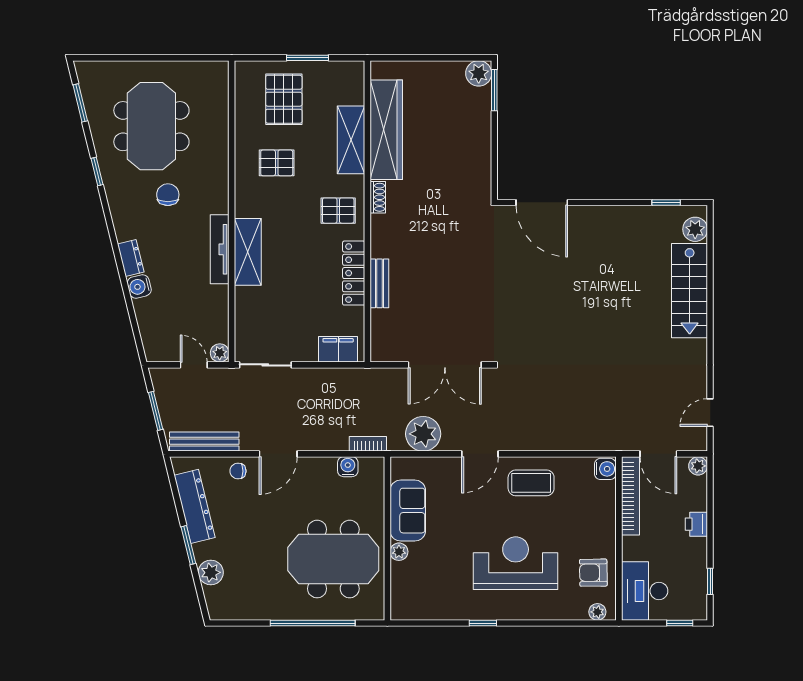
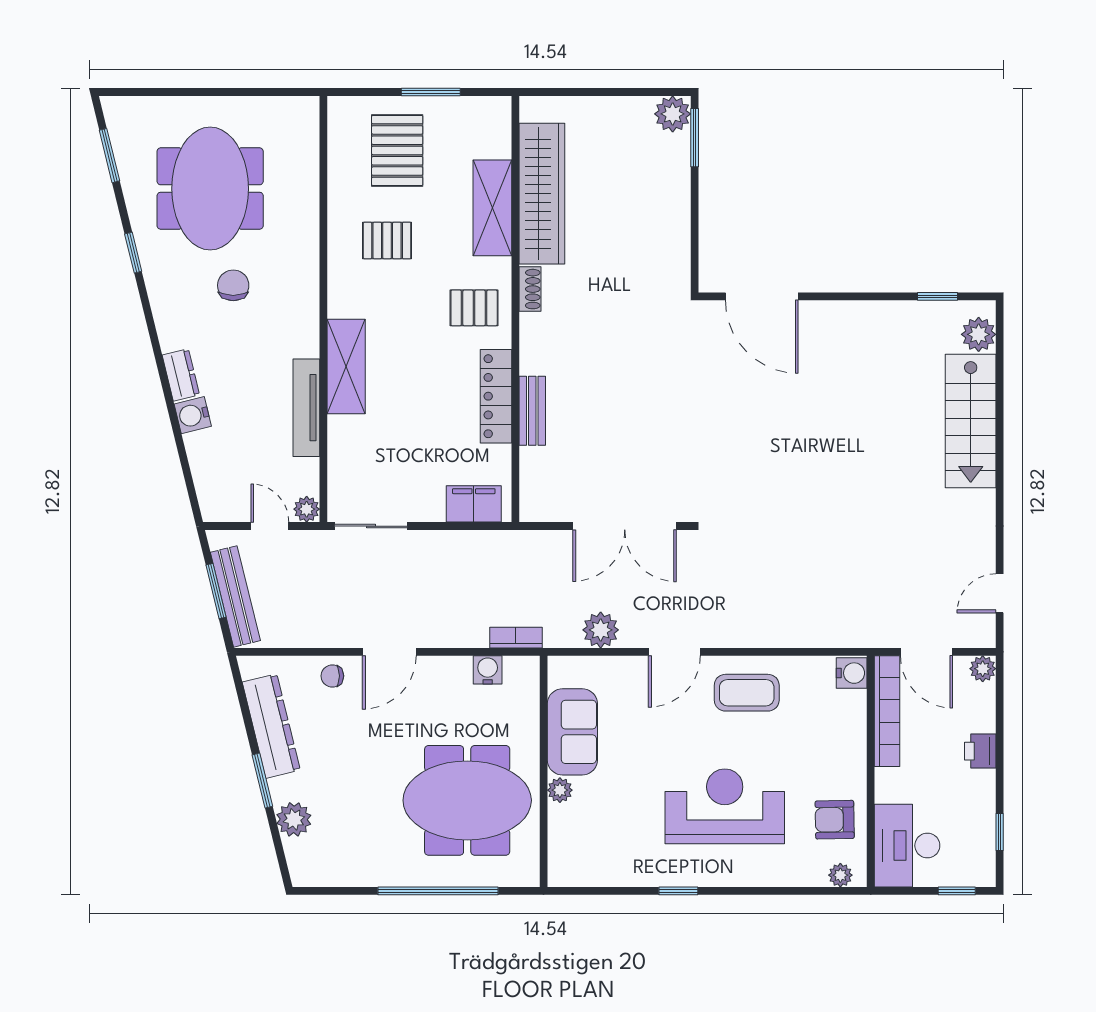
tv unit: (220, 249) -> (306, 408), moved
plant: (423, 434) -> (601, 630), width x0.73, depth x0.73
bench: (204, 442) -> (235, 596), moved, turned 76

